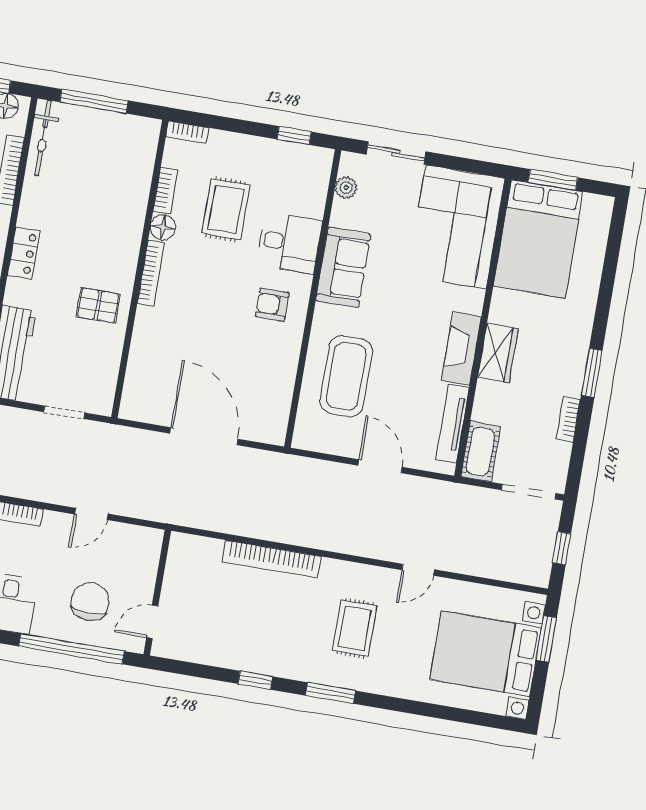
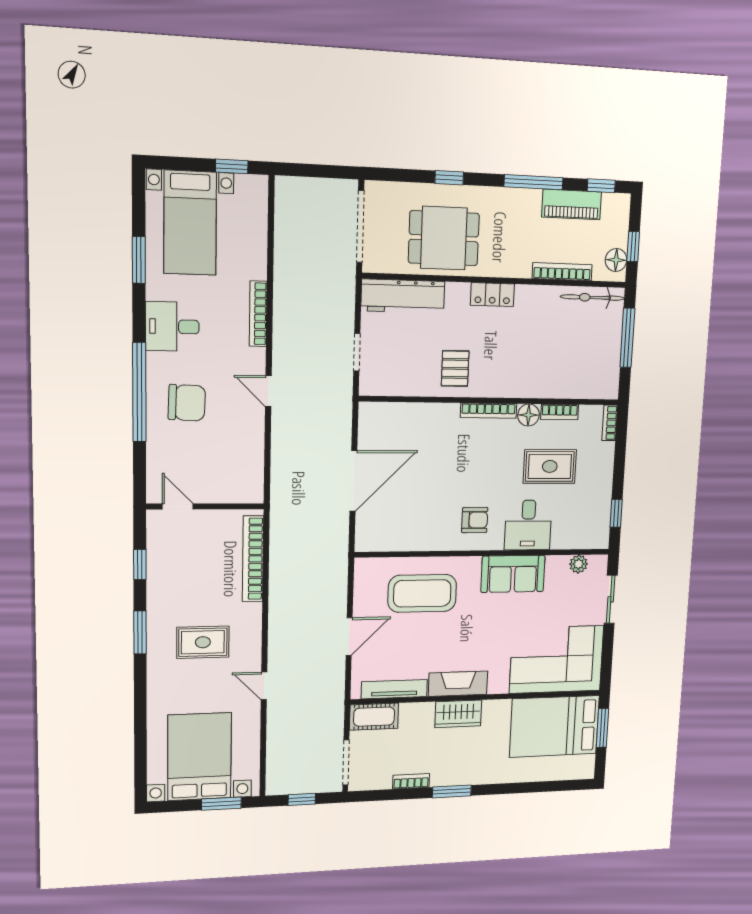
armchair: (272, 305) -> (475, 520), turned 90
wall: (157, 593) -> (205, 506), moved
door: (152, 622) -> (178, 507), moved

